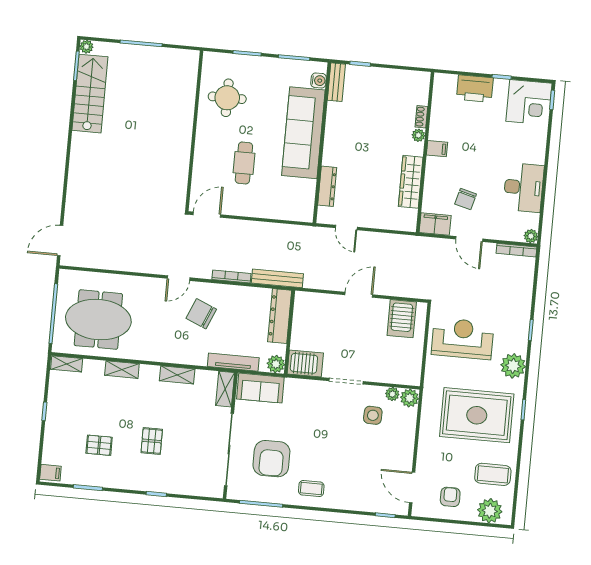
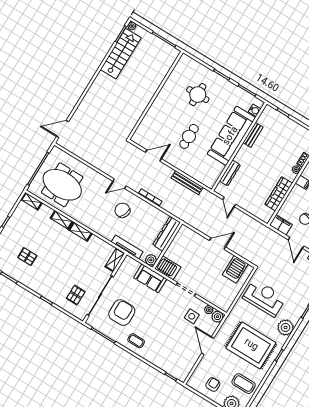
bench: (336, 82) -> (253, 135), moved
wall: (194, 131) -> (155, 95), moved
bench: (277, 278) -> (187, 183), moved
shelving: (177, 375) -> (80, 232), moved
sofa: (260, 388) -> (150, 278), moved
pallet: (152, 441) -> (76, 295), moved
armchair: (271, 459) -> (122, 313), turned 180
door: (412, 488) -> (208, 346), moved

